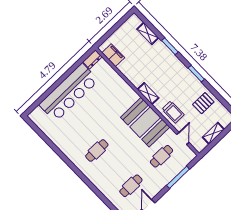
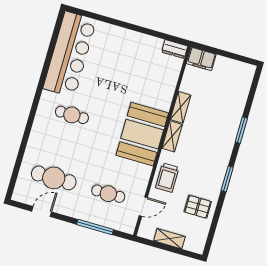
shelving: (148, 33) -> (181, 107), moved
filing cabinet: (113, 55) -> (201, 59), moved, turned 90
bar counter: (69, 92) -> (70, 54), moved, turned -90
booth: (145, 122) -> (142, 134), moved
cafe table: (131, 186) -> (54, 178), width x1.37, depth x1.35

